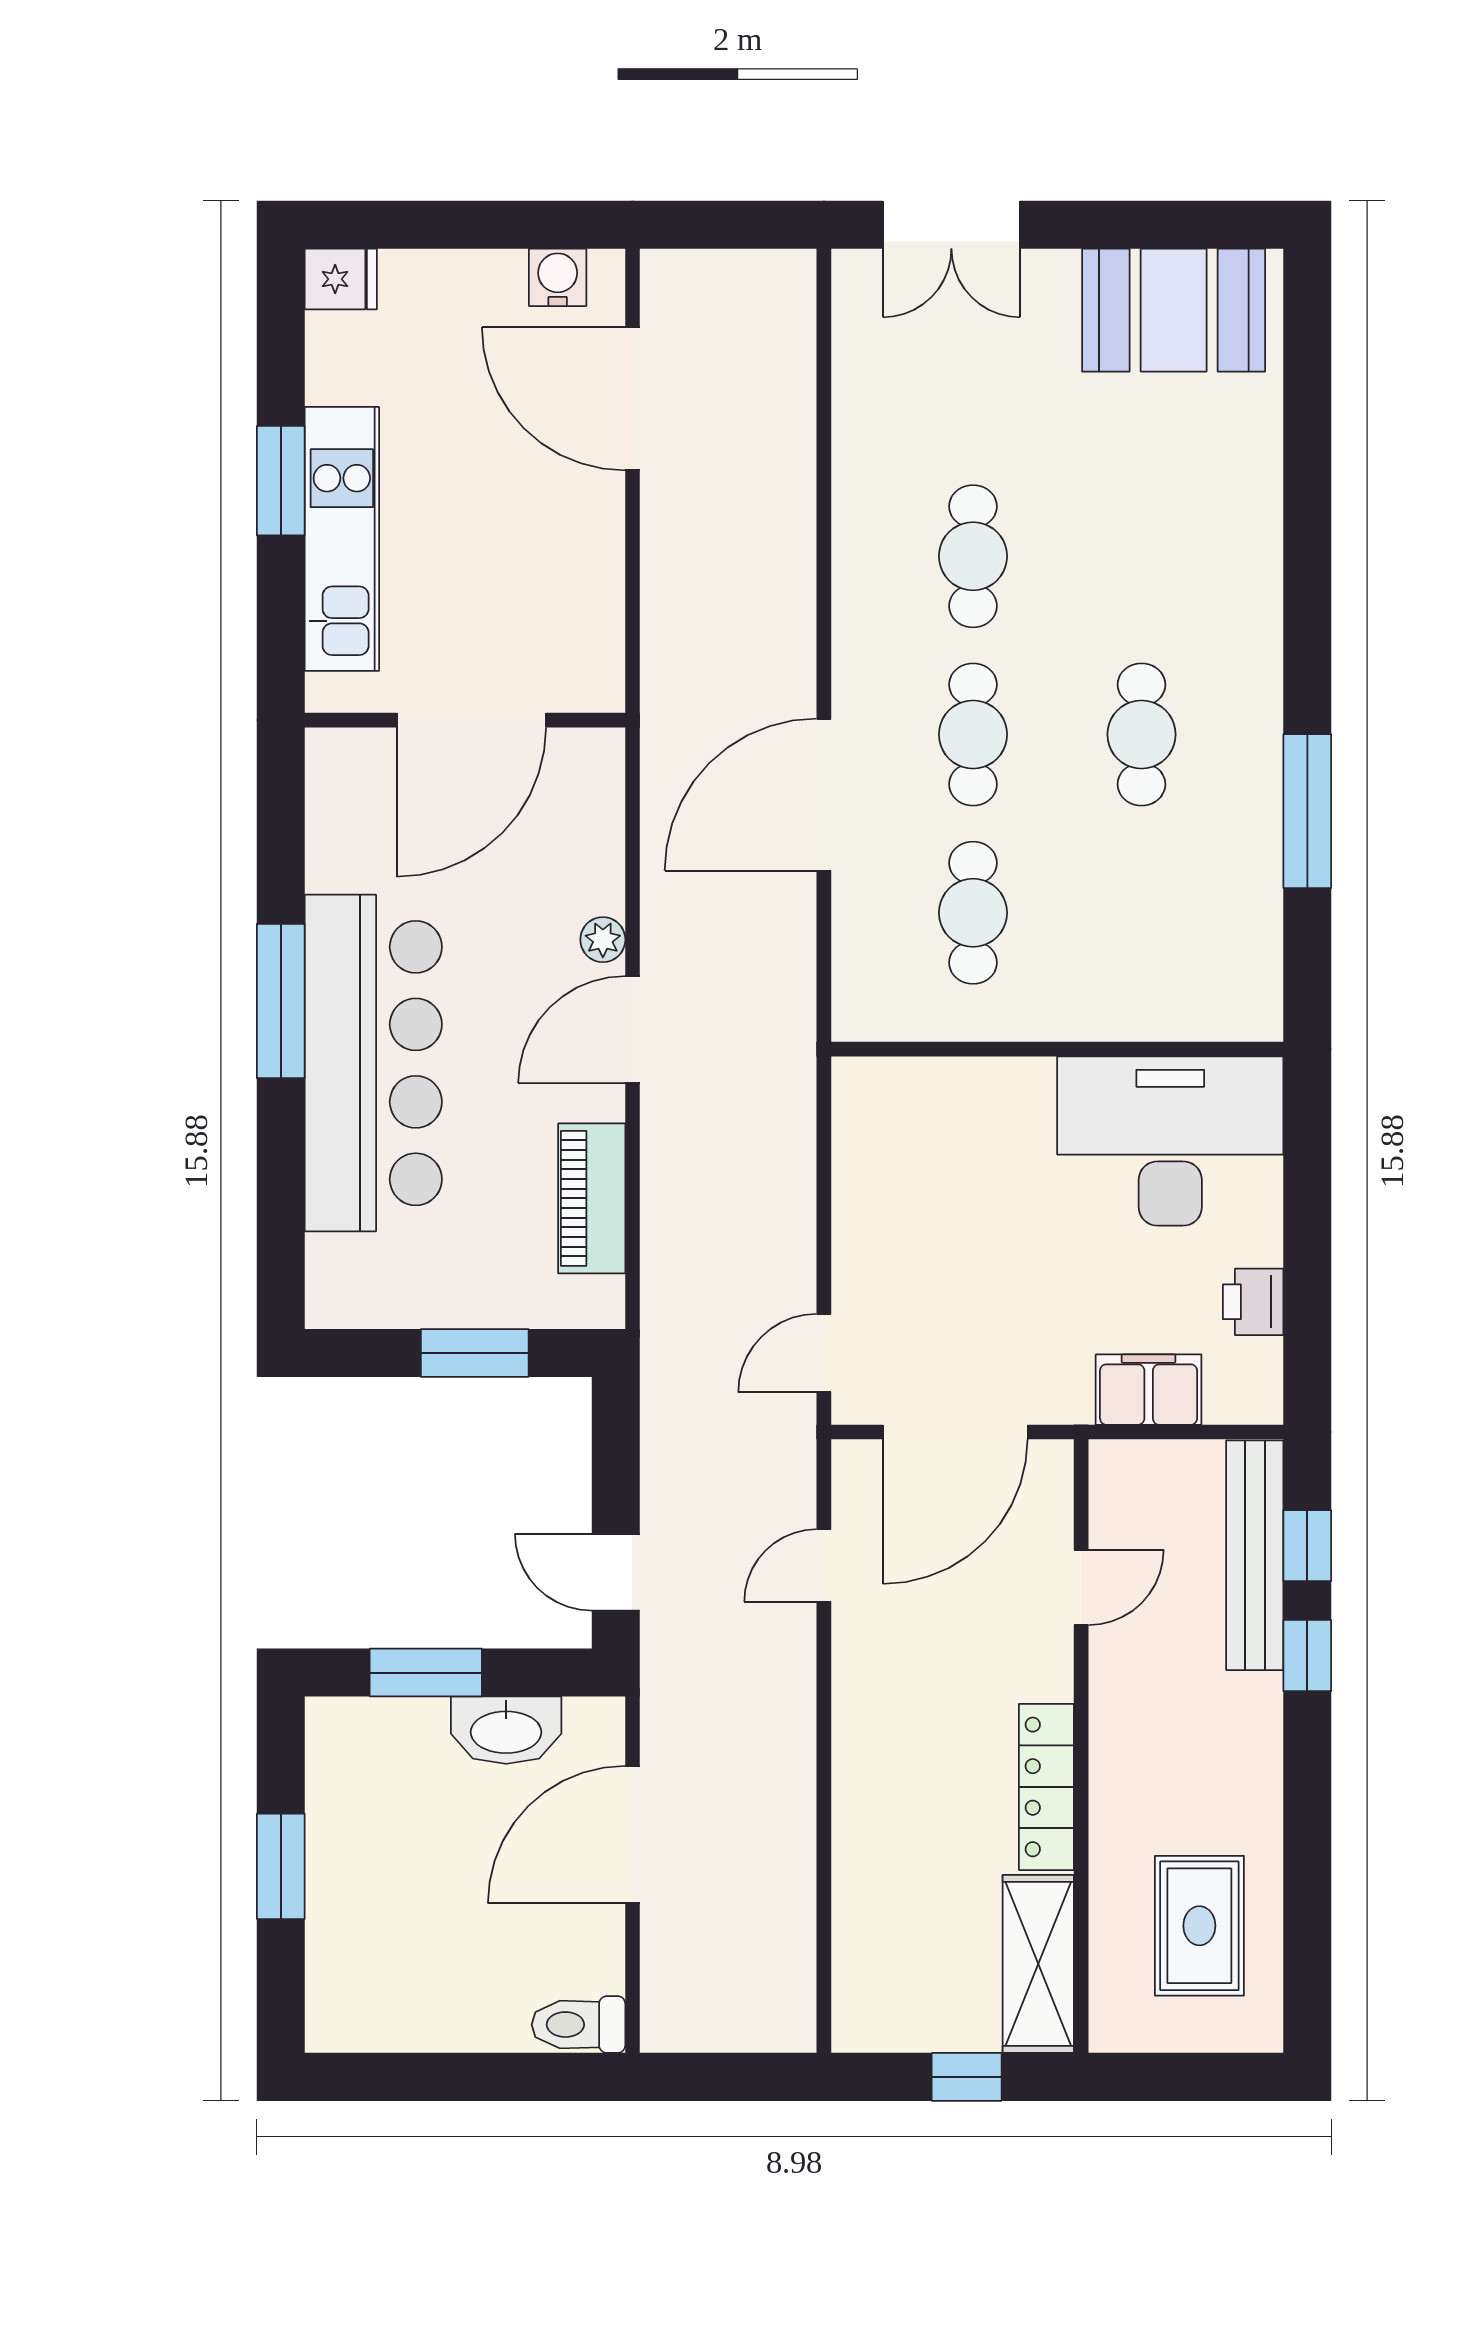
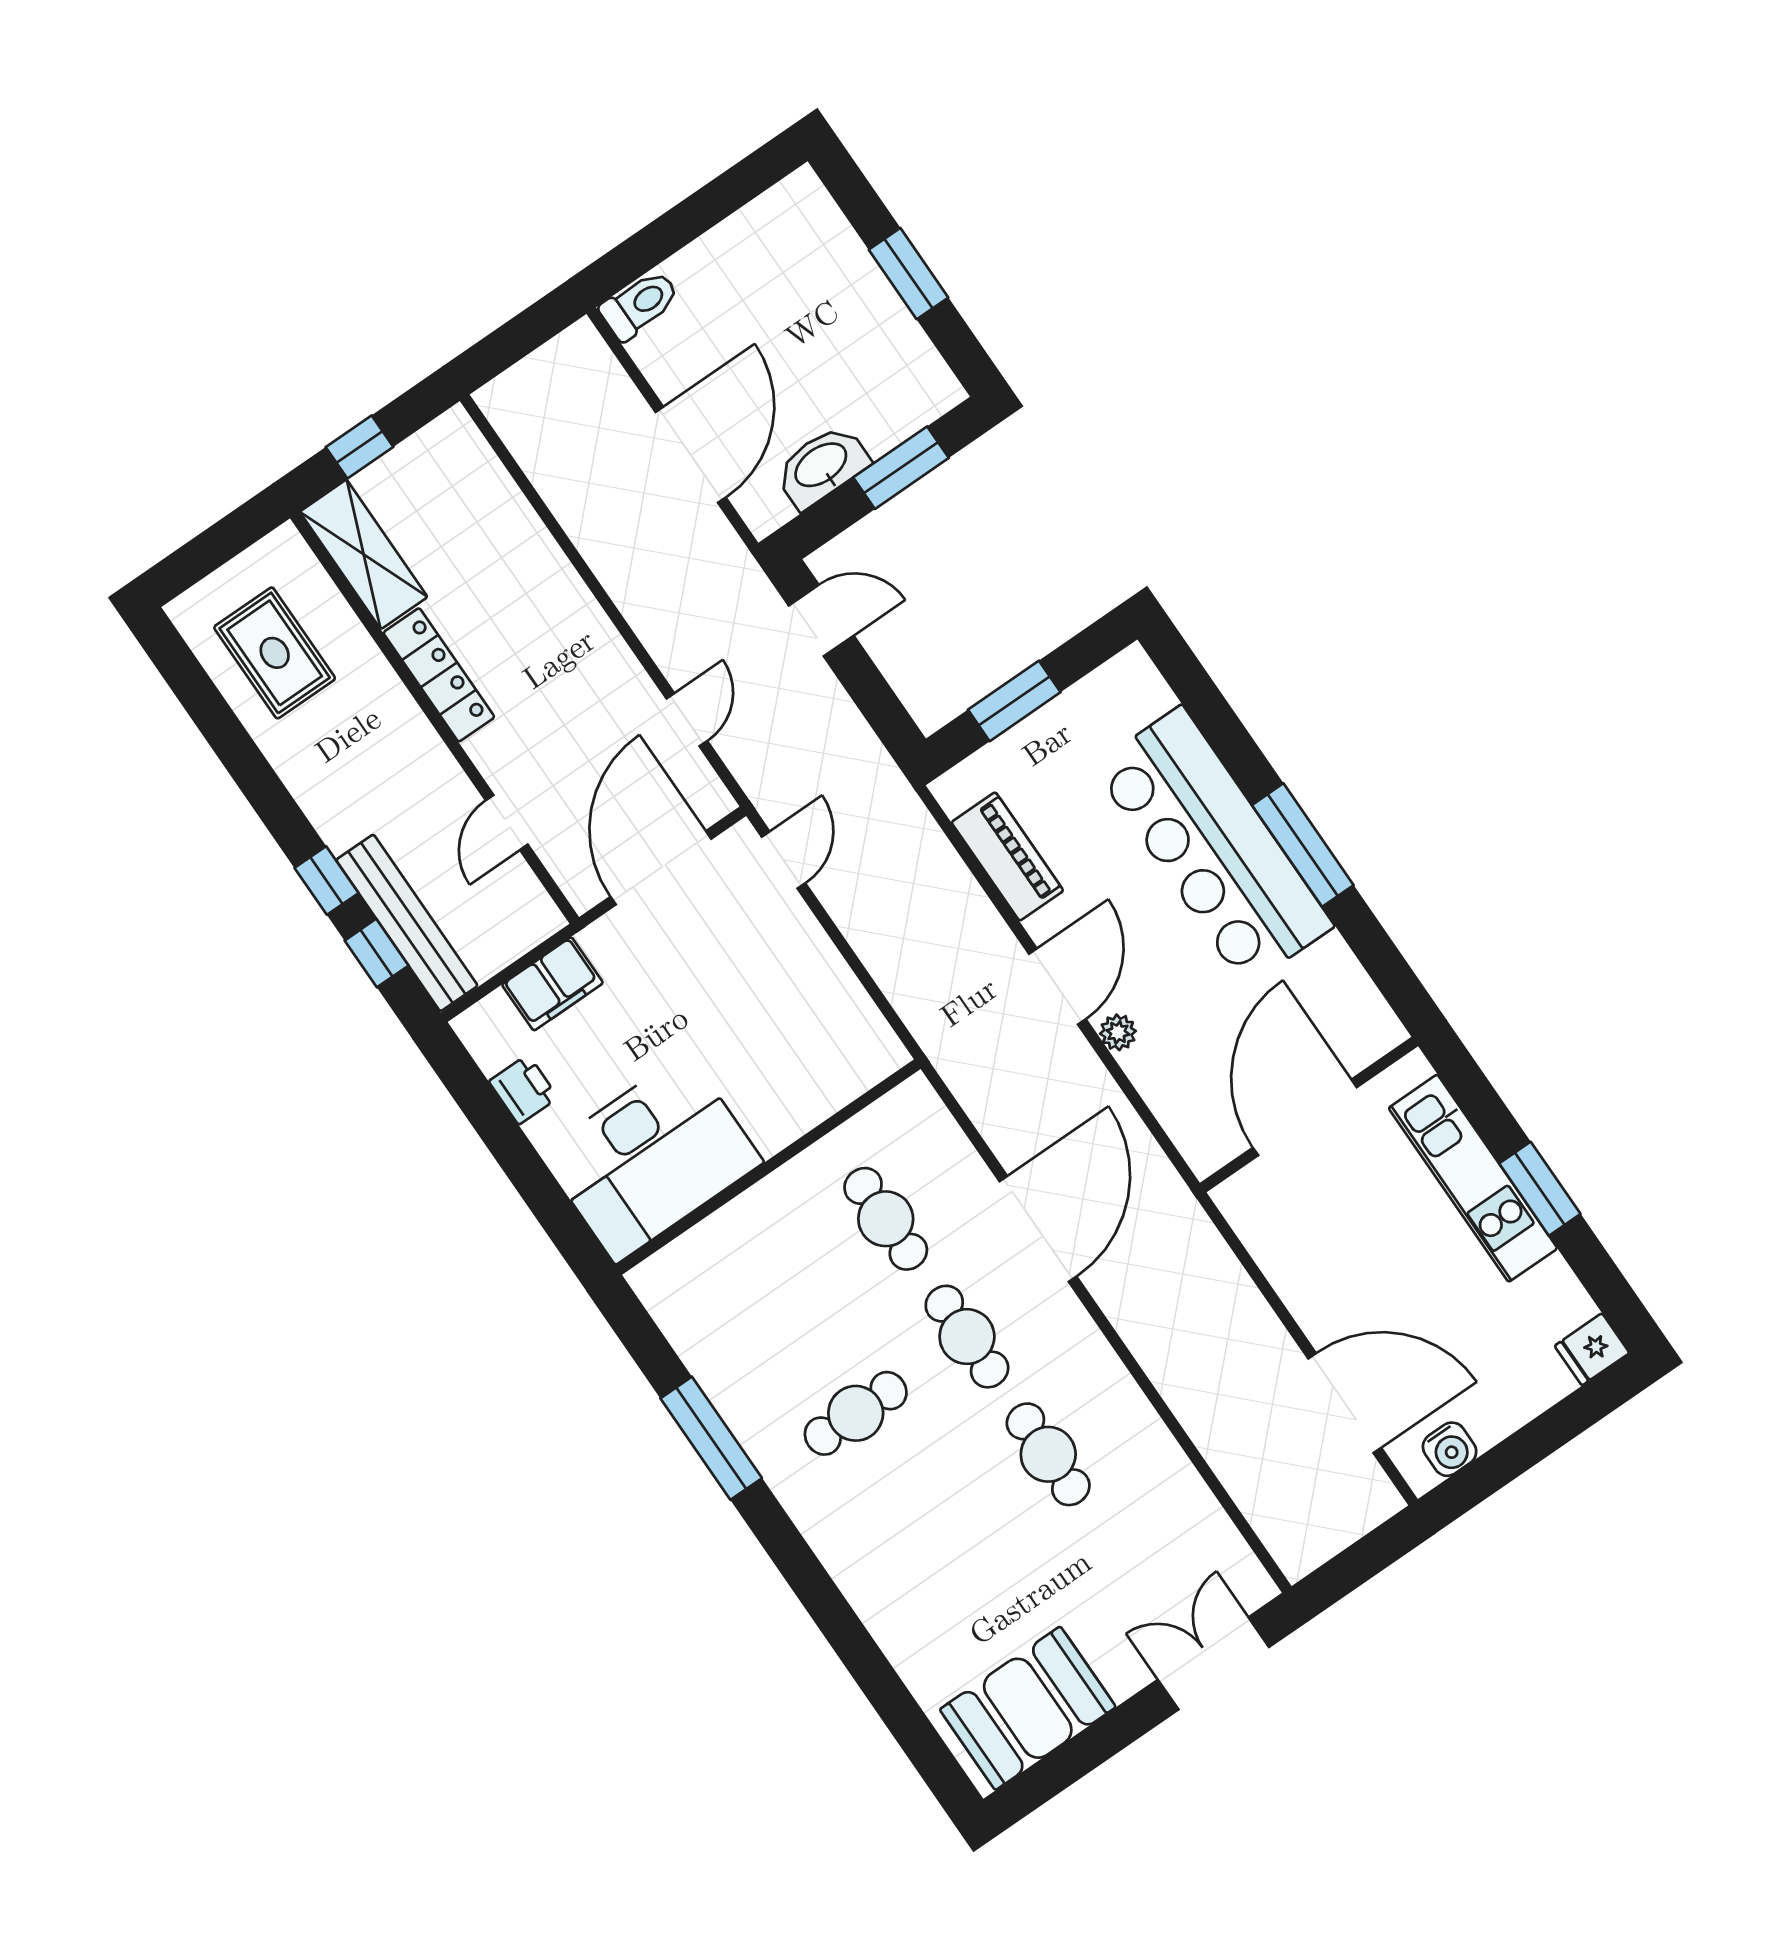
cafe table: (1141, 734) -> (856, 1413), turned 90

